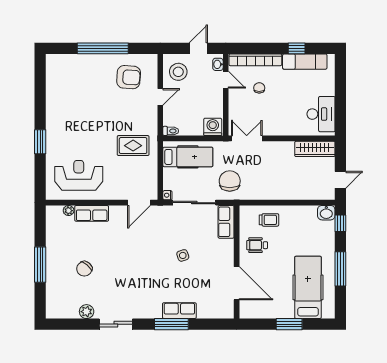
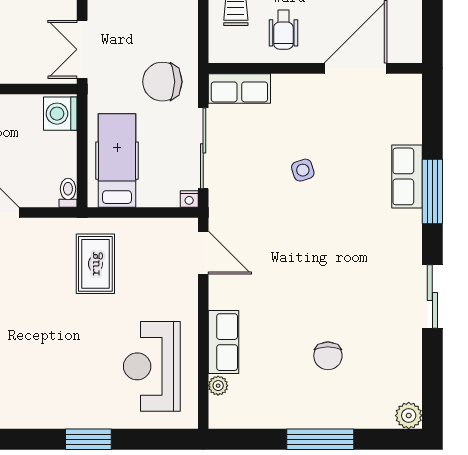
chair: (84, 269) -> (328, 356), turned 49
plant: (87, 312) -> (409, 416), moved

